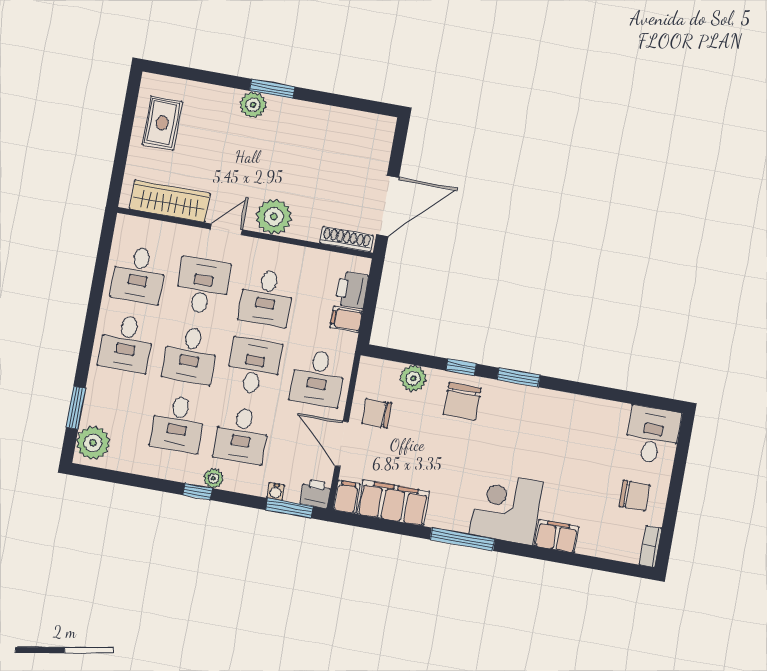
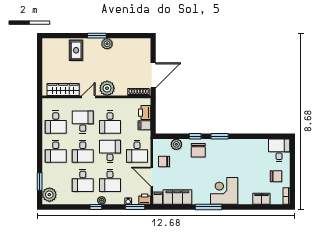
plant: (253, 105) -> (107, 44), moved
rug: (162, 123) -> (76, 50), moved
filing cabinet: (556, 536) -> (261, 199), moved

